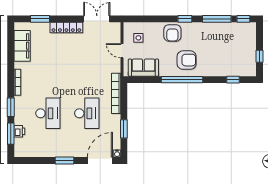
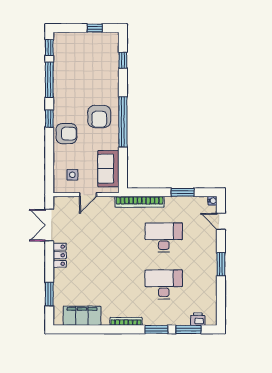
locker: (66, 27) -> (60, 255), width x0.66
armchair: (187, 60) -> (99, 116), turned 180
printer: (19, 131) -> (198, 319), moved
door: (100, 160) -> (221, 221), width x0.53

